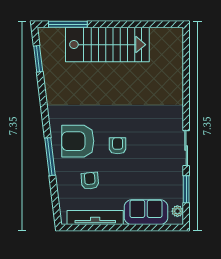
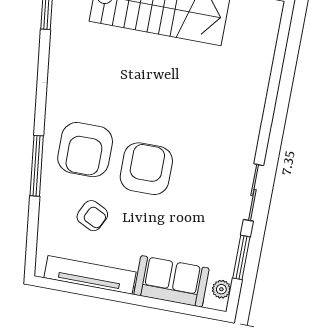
armchair: (78, 141) -> (85, 150), turned -90
armchair: (118, 146) -> (146, 169), width x1.88, depth x1.88
armchair: (90, 181) -> (92, 216), turned 121

